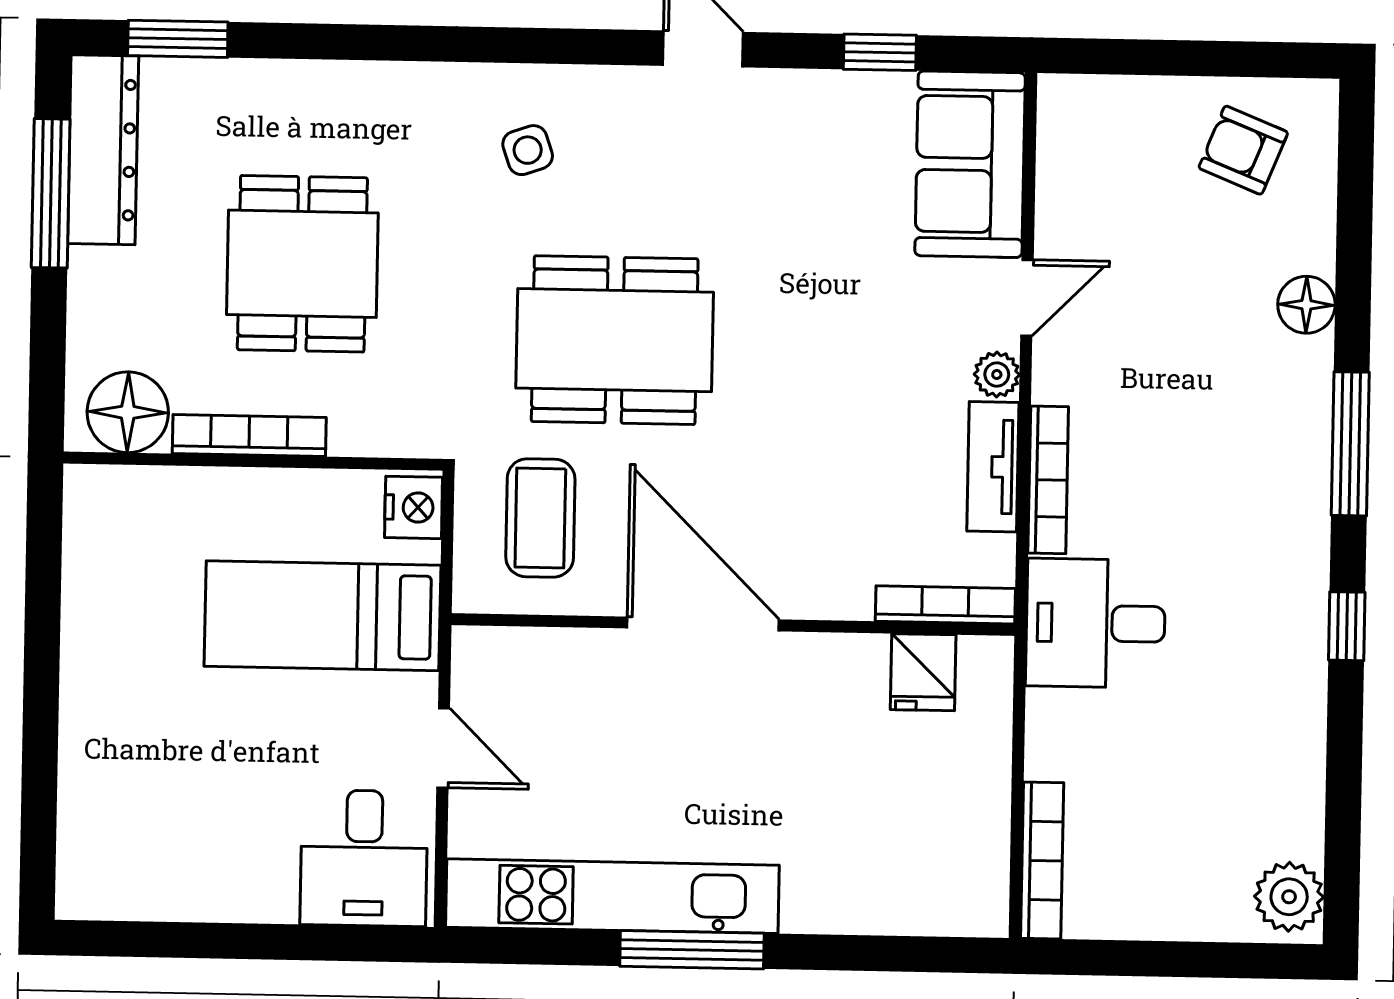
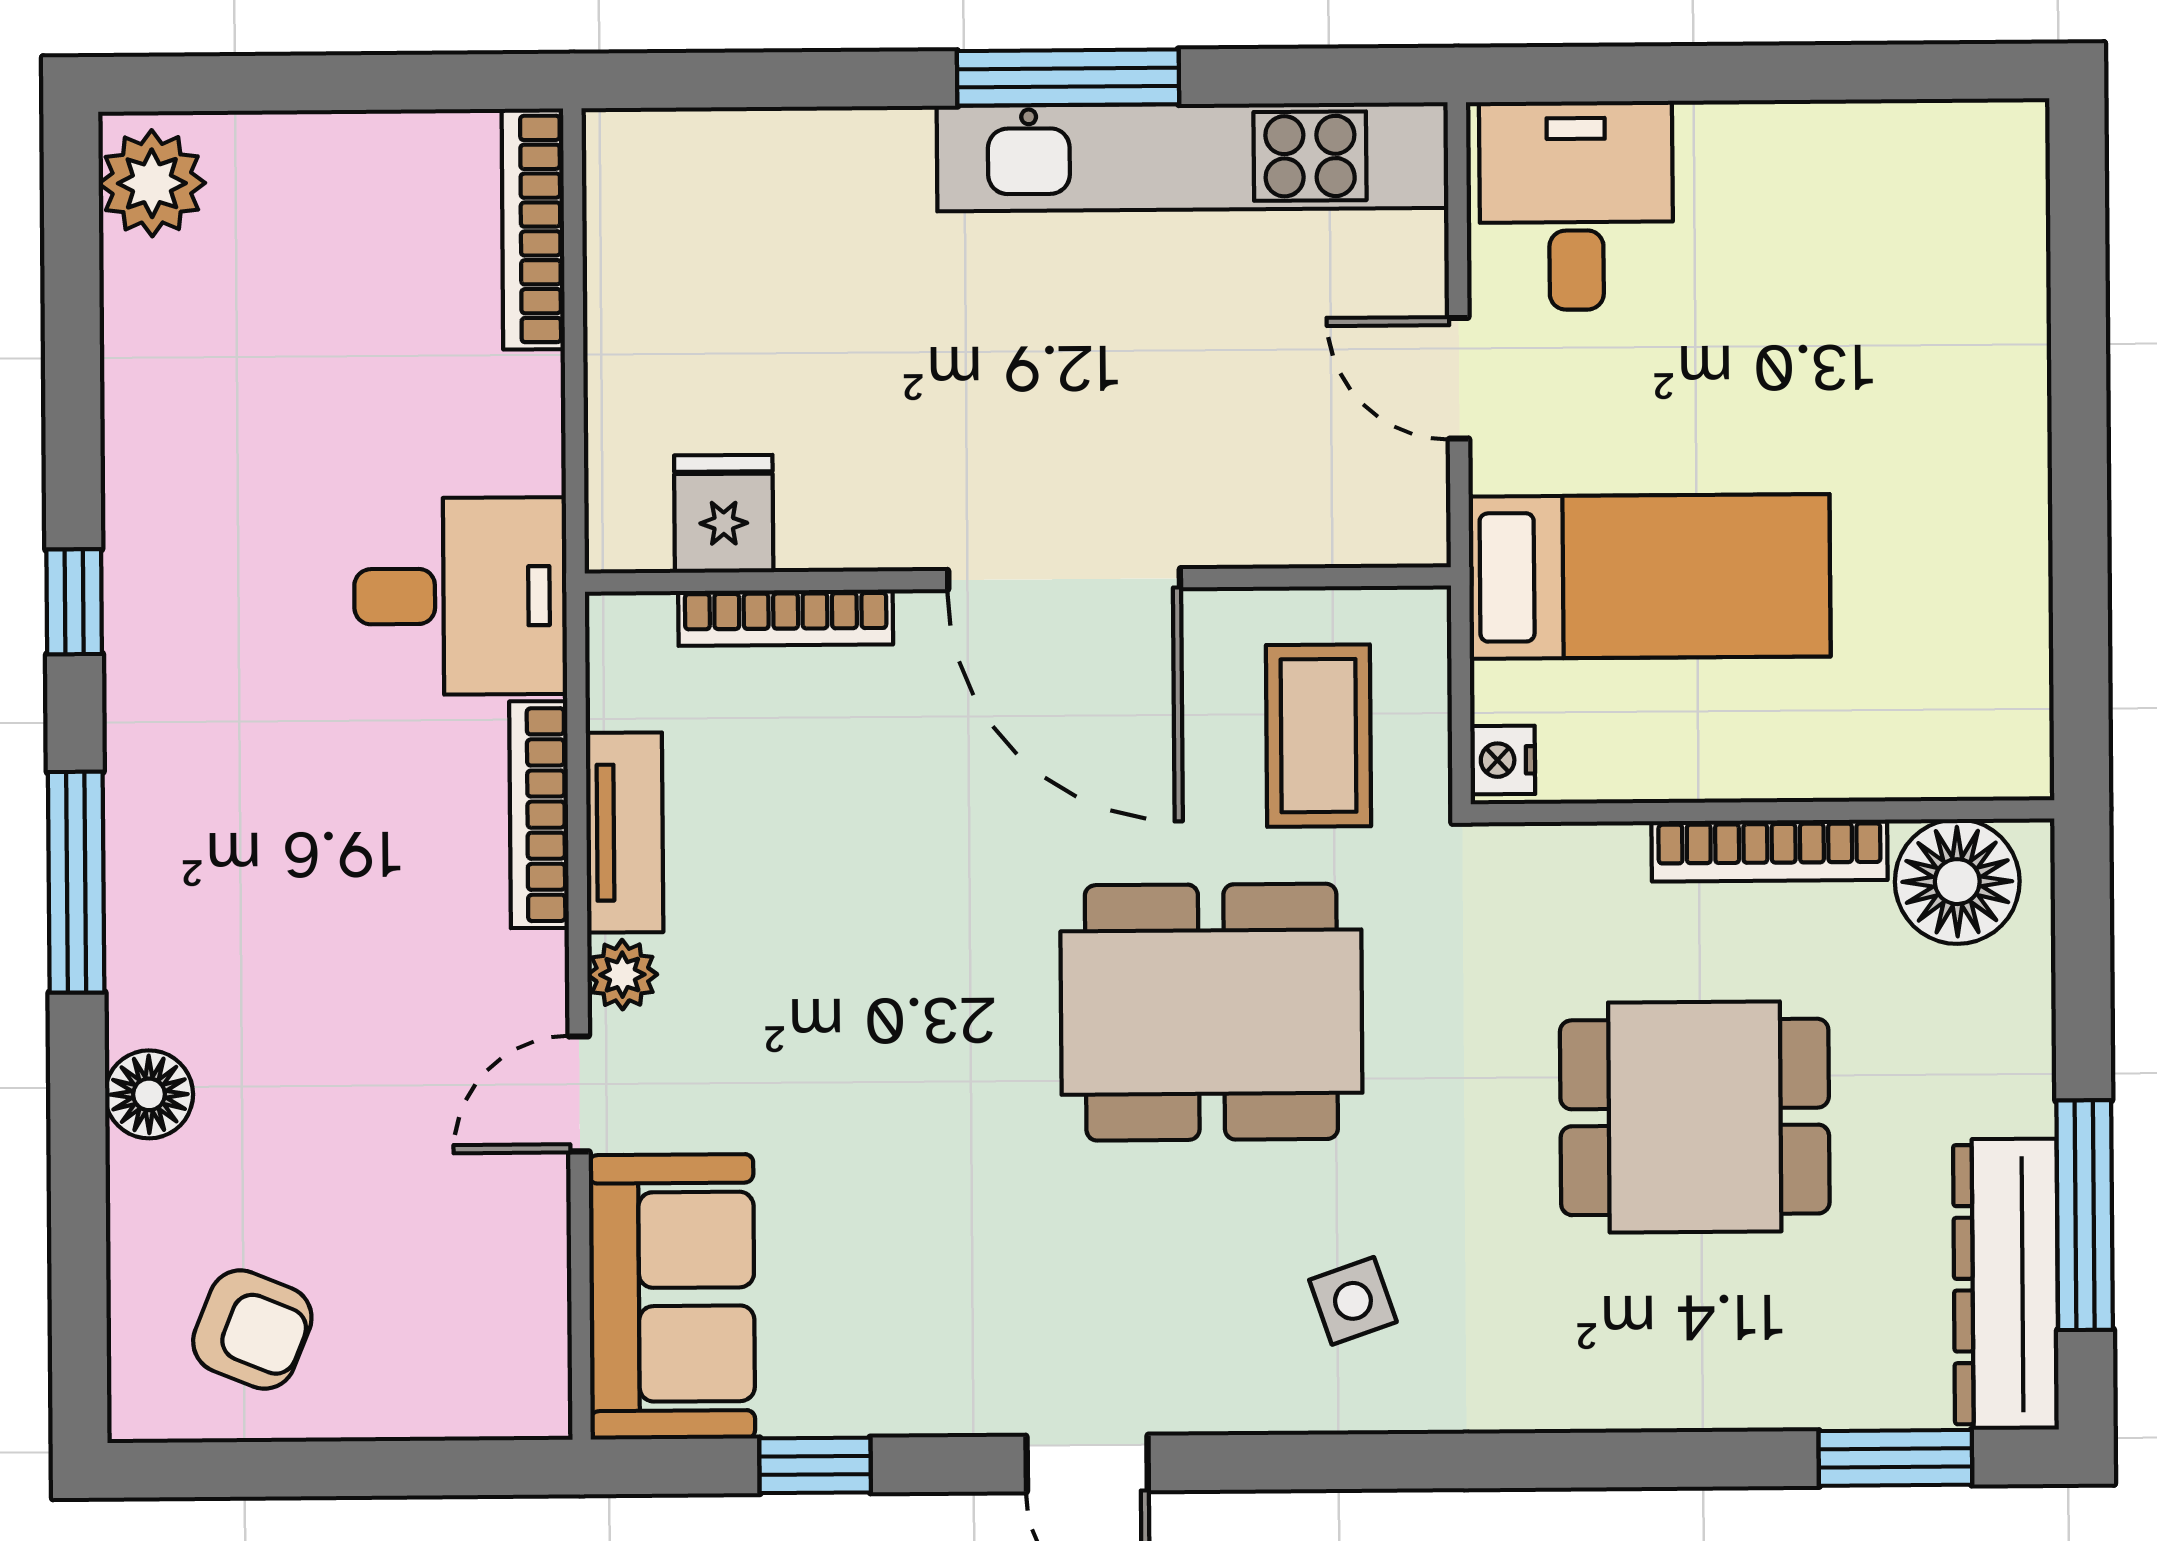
dining table: (302, 264) -> (1695, 1117), turned 90
nightstand: (414, 507) -> (1503, 760), width x0.72, depth x0.74
bookcase: (945, 605) -> (786, 618), moved

